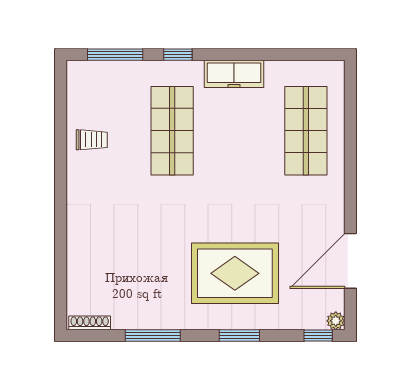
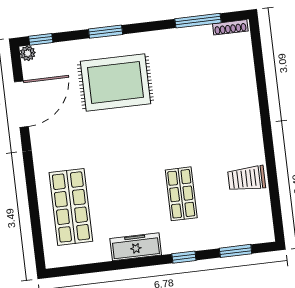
window: (115, 55) -> (236, 251), width x0.69
shop shelf: (172, 131) -> (181, 194), width x0.70, depth x0.74
trolley: (92, 140) -> (247, 178), width x1.36, depth x1.39
window: (153, 335) -> (198, 21), moved

